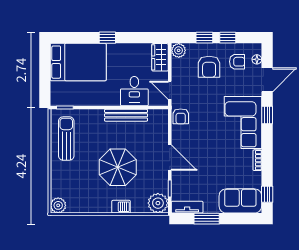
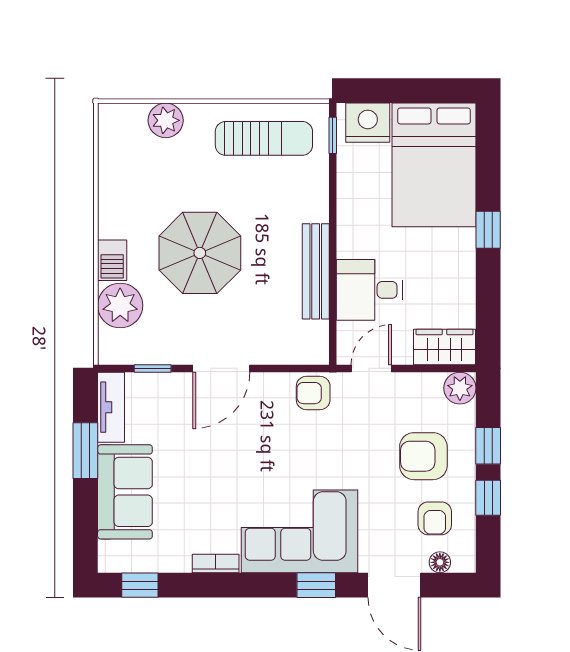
nightstand: (59, 92) -> (368, 123), added
sofa: (240, 201) -> (125, 492), moved
plant: (158, 203) -> (120, 305), moved
plant: (58, 205) -> (166, 120), moved

